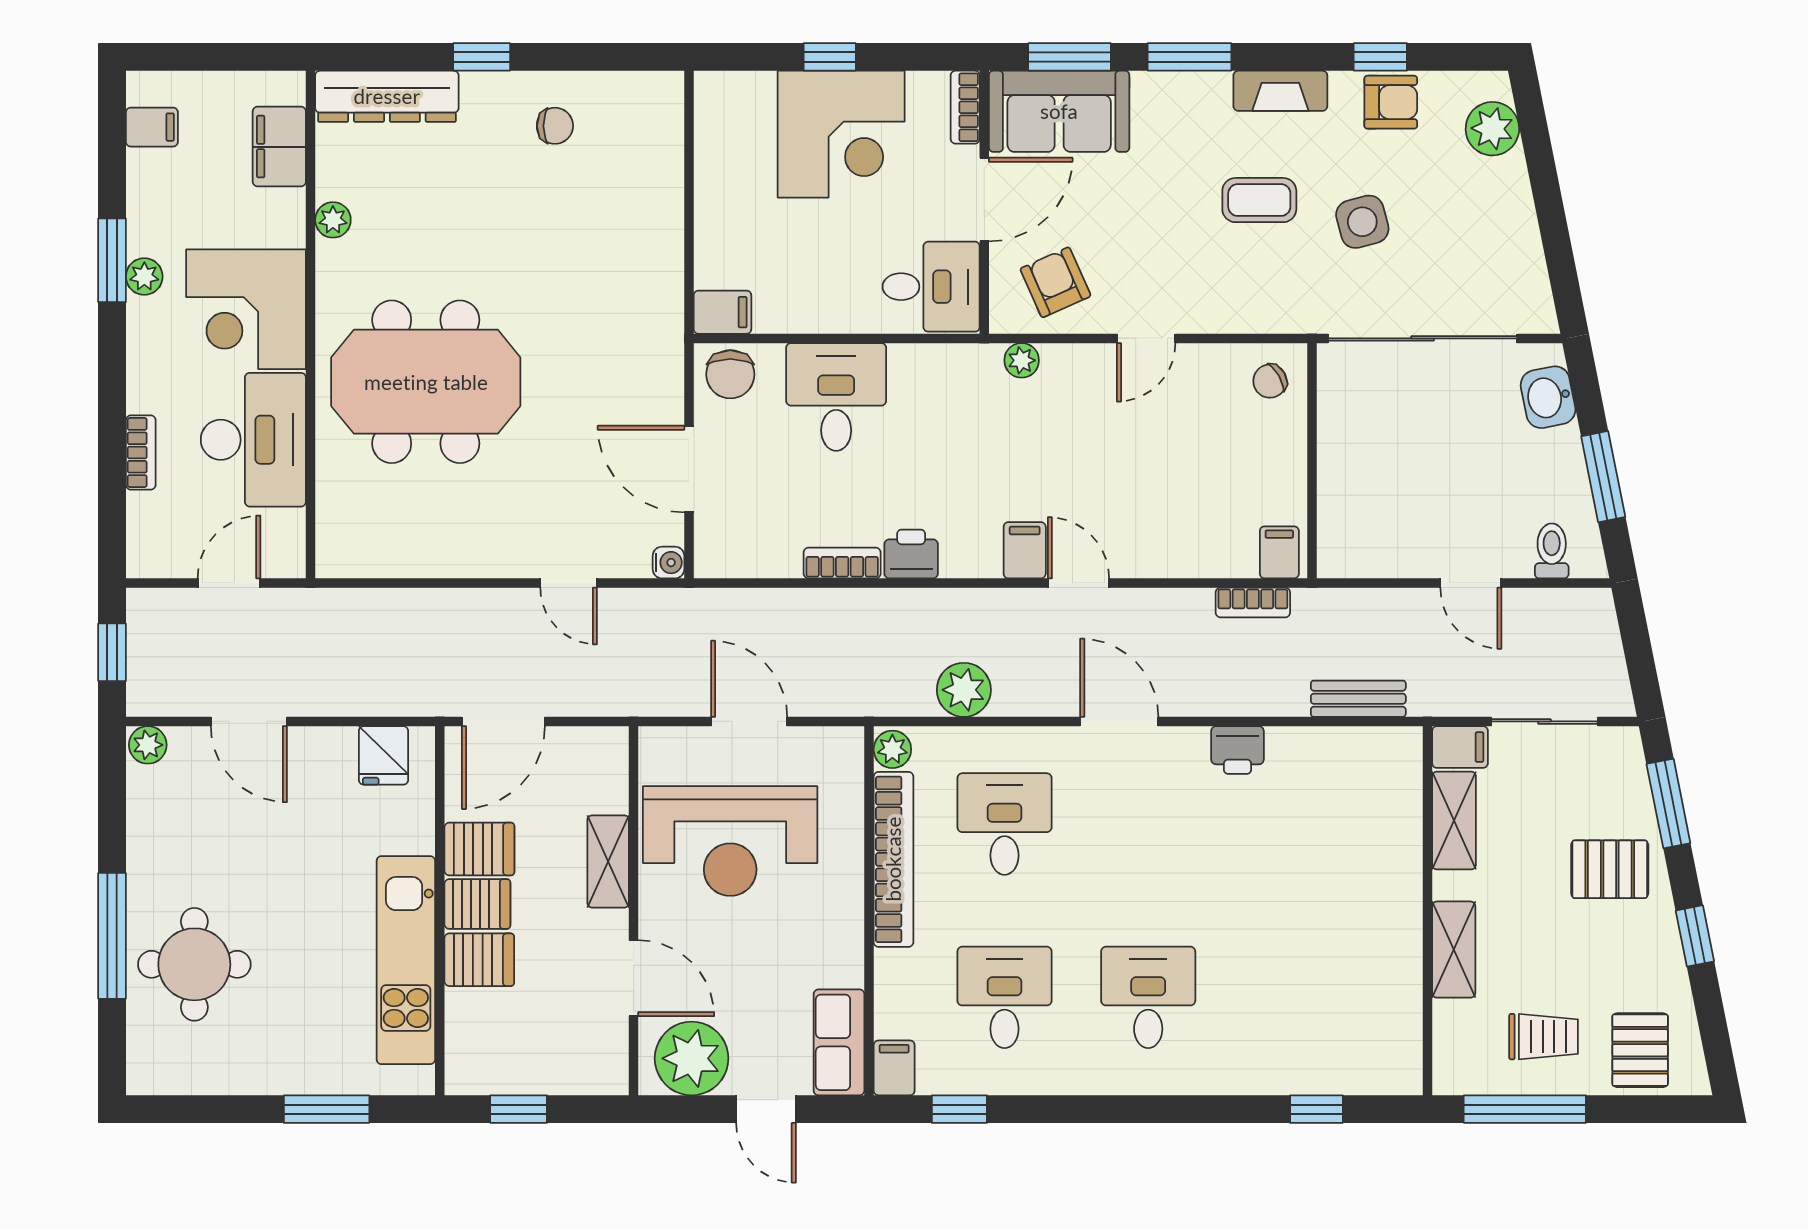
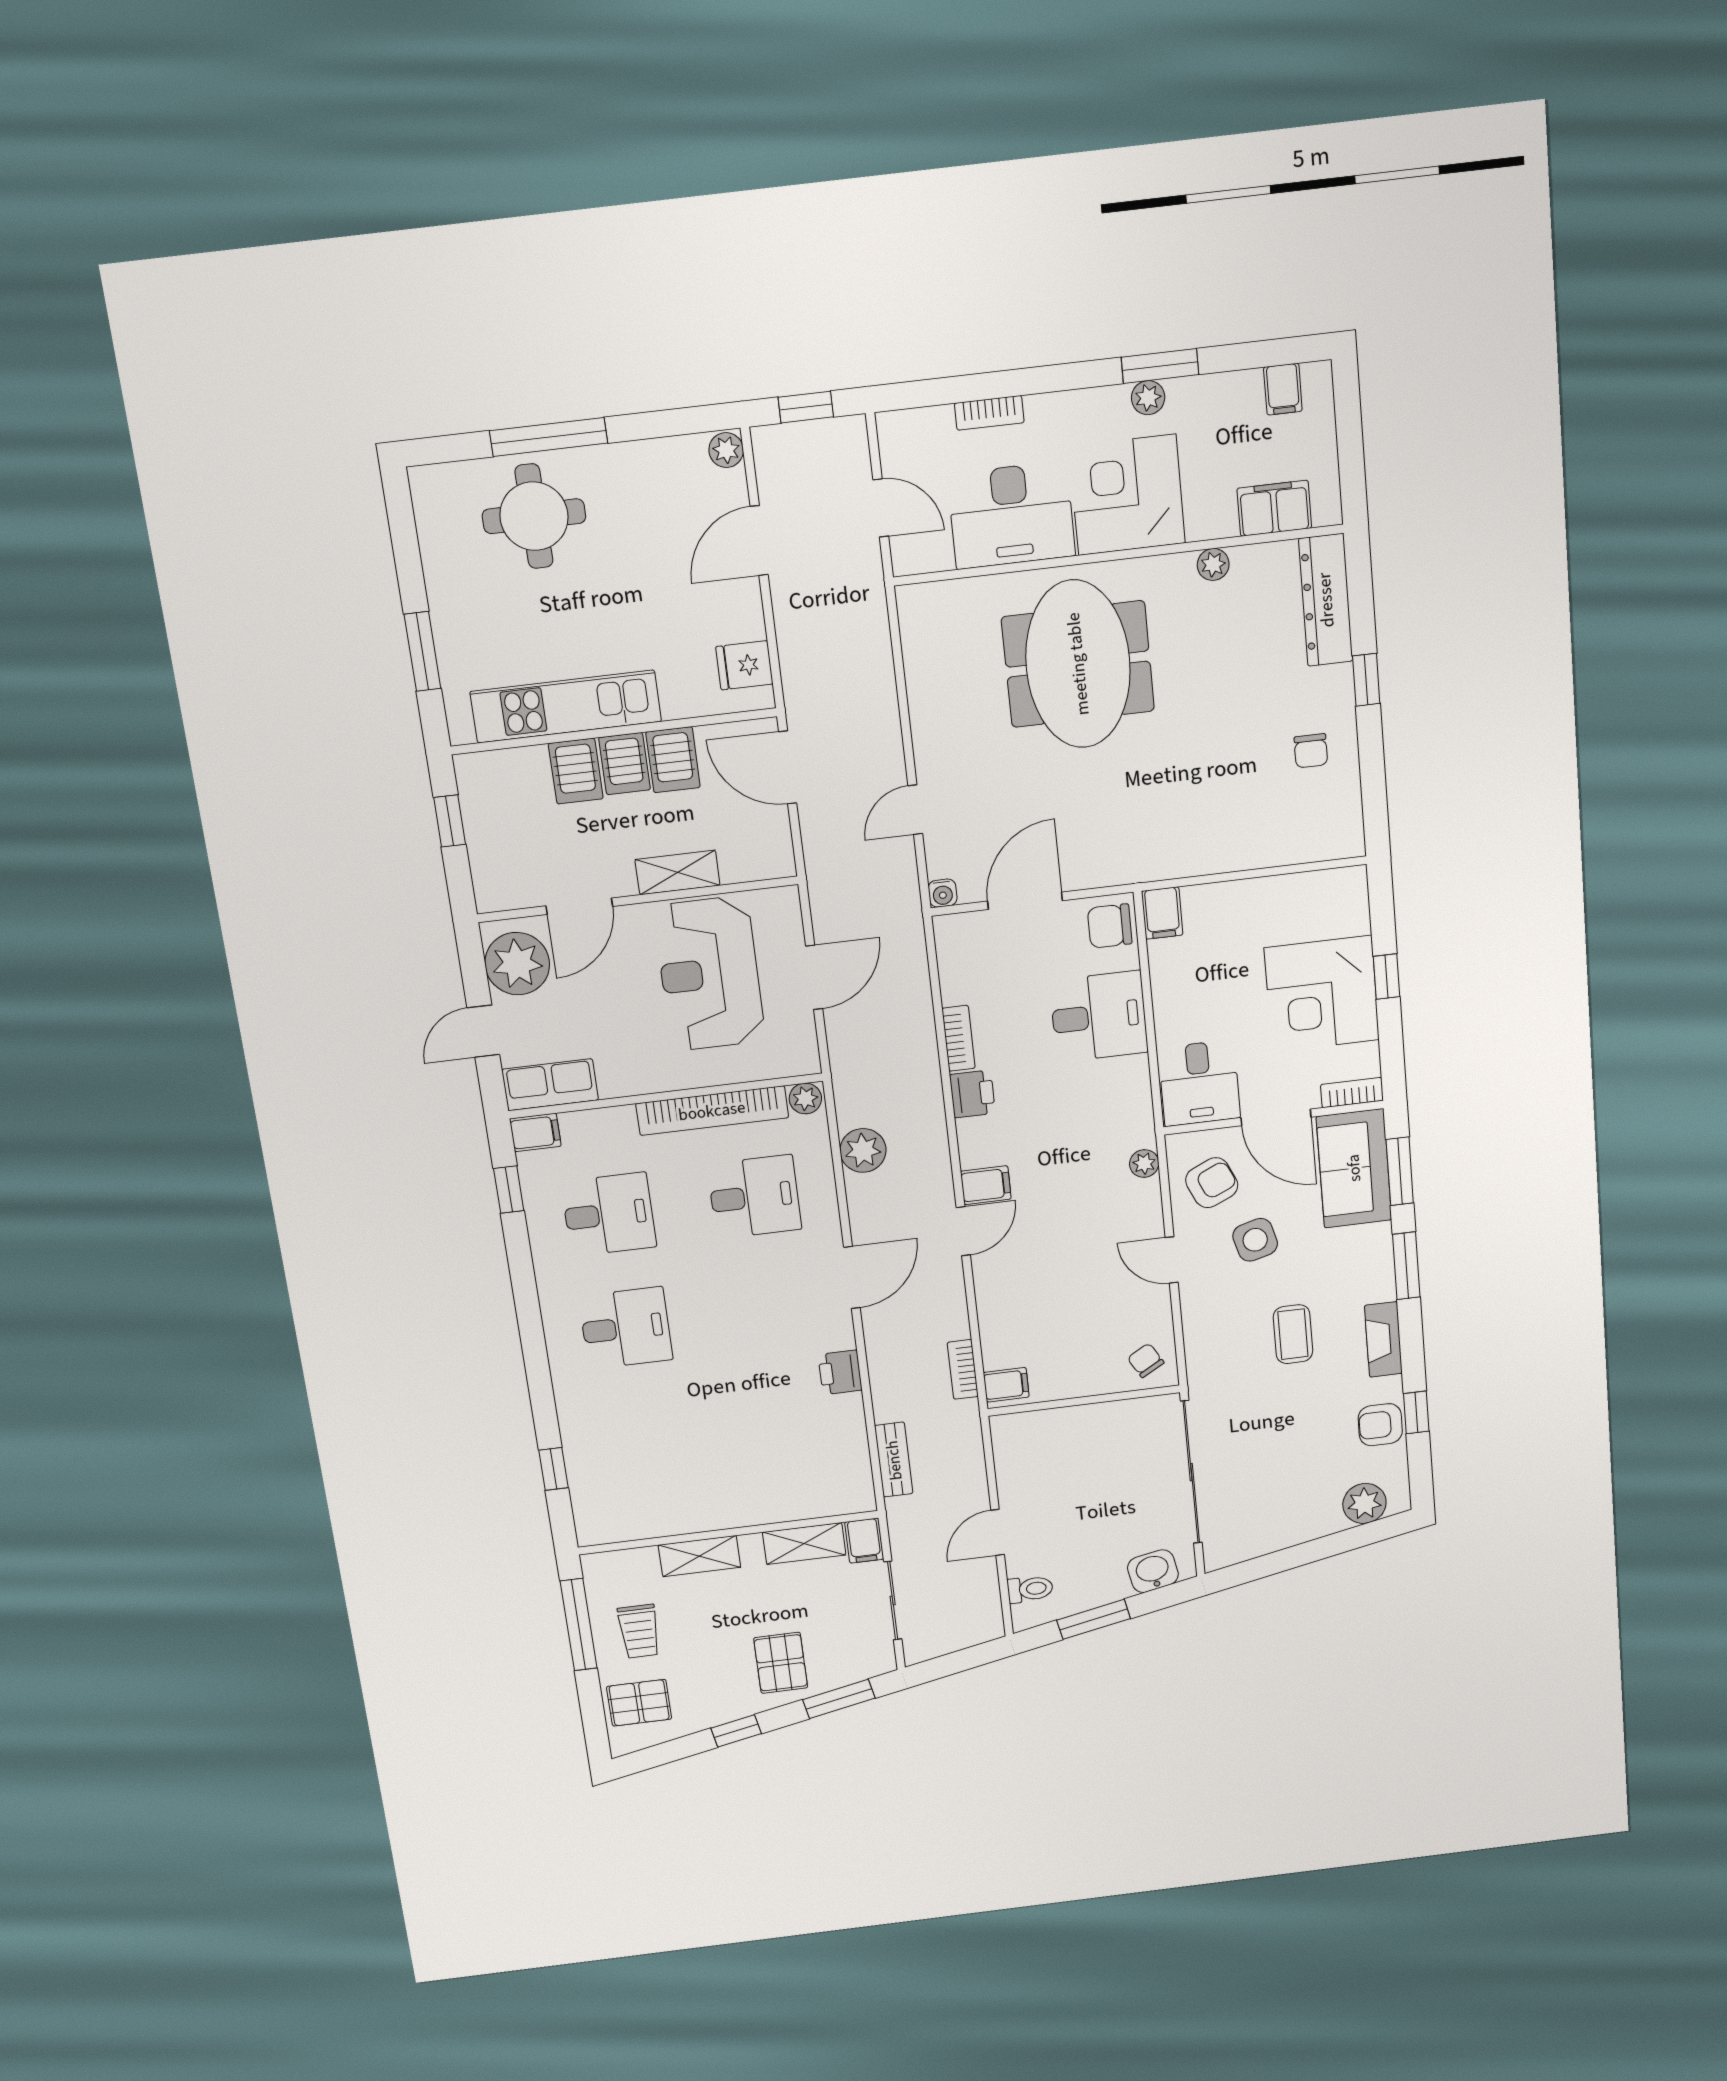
armchair: (1391, 102) -> (1380, 1425), turned 90
side table: (1362, 222) -> (1255, 1240), moved

